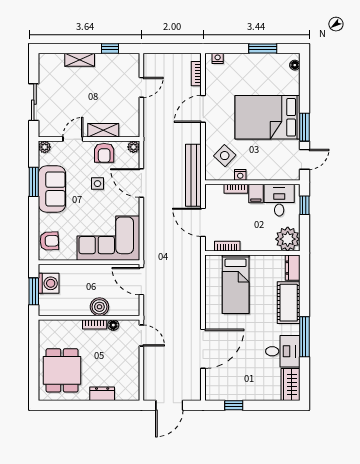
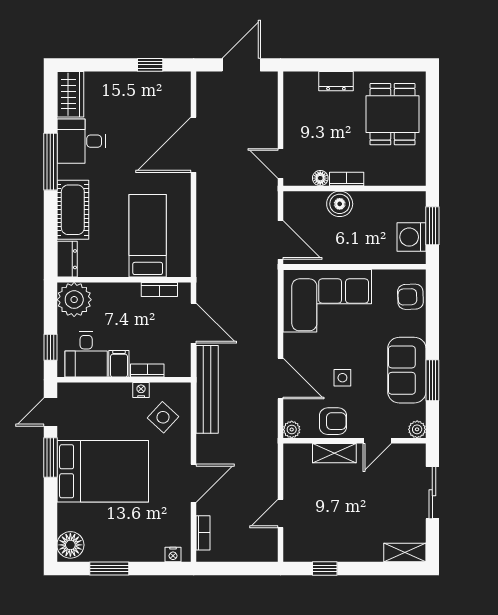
shelving: (80, 60) -> (405, 553), moved
floor lamp: (295, 65) -> (70, 545), width x1.89, depth x1.89
armchair: (104, 153) -> (333, 421), turned 90

